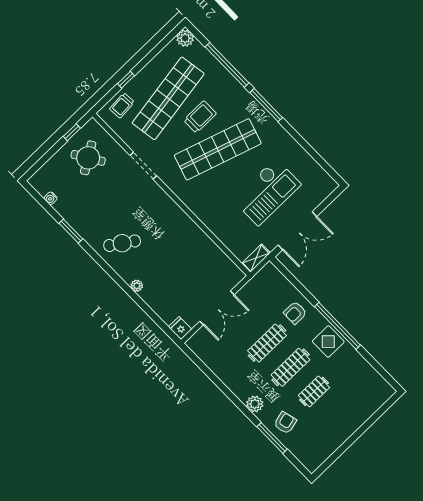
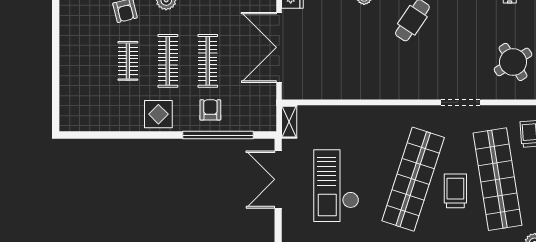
trolley: (200, 117) -> (455, 191), turned 180
double door: (217, 308) -> (279, 47), width x1.36
window: (337, 326) -> (218, 135), moved

